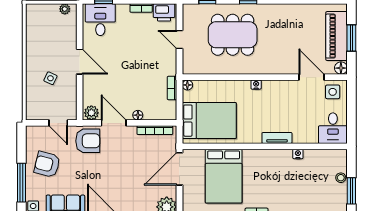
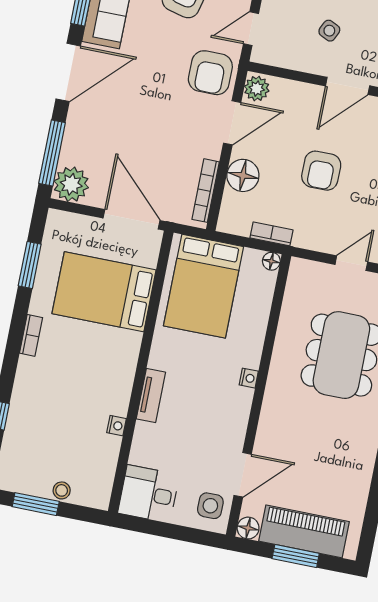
armchair: (131, 67) -> (321, 171), added
floor lamp: (138, 115) -> (243, 175), width x1.89, depth x1.89

